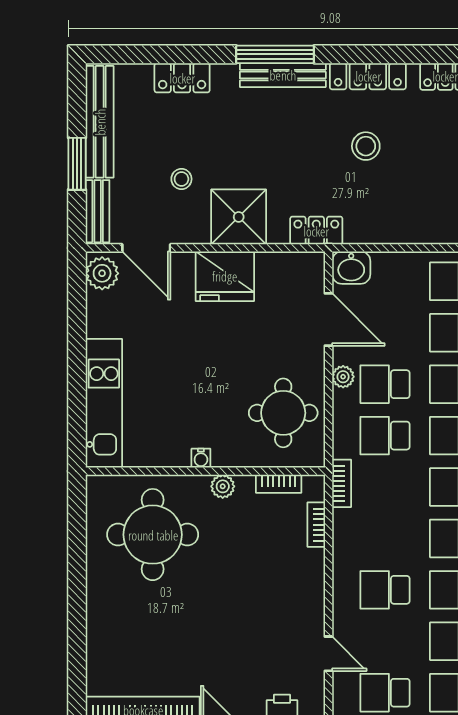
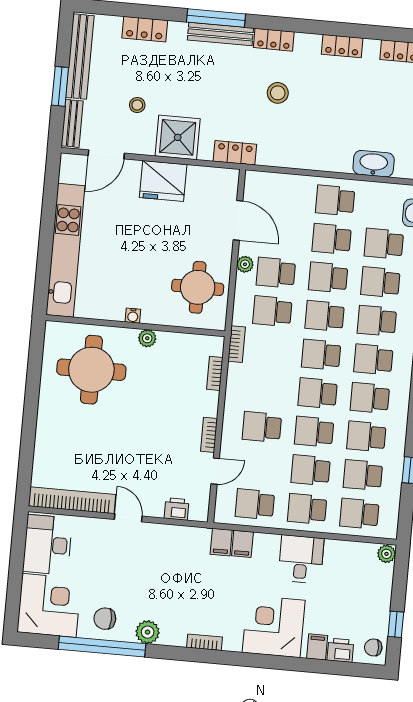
locker: (368, 76) -> (274, 40), width x0.66
door: (146, 248) -> (106, 154), hinge flipped
washbasin: (351, 268) -> (259, 183), removed
plant: (102, 273) -> (71, 170), removed
kitchen unit: (104, 403) -> (65, 250), width x1.36
bookcase: (279, 484) -> (209, 435), moved, turned 90
door: (329, 654) -> (215, 471), hinge flipped

